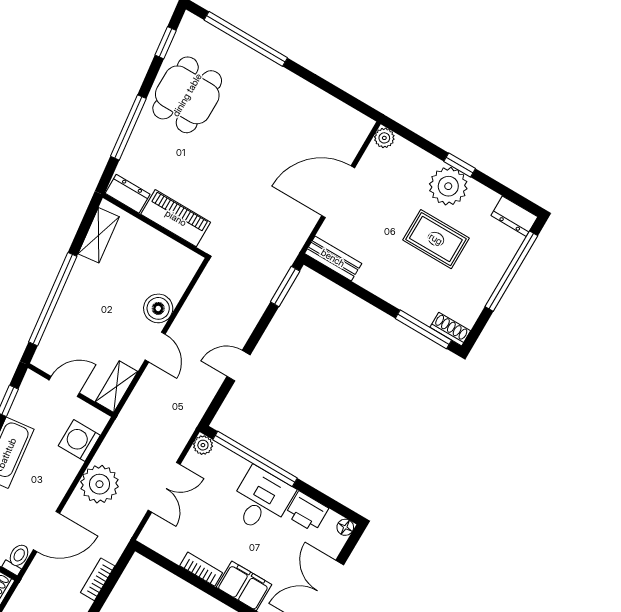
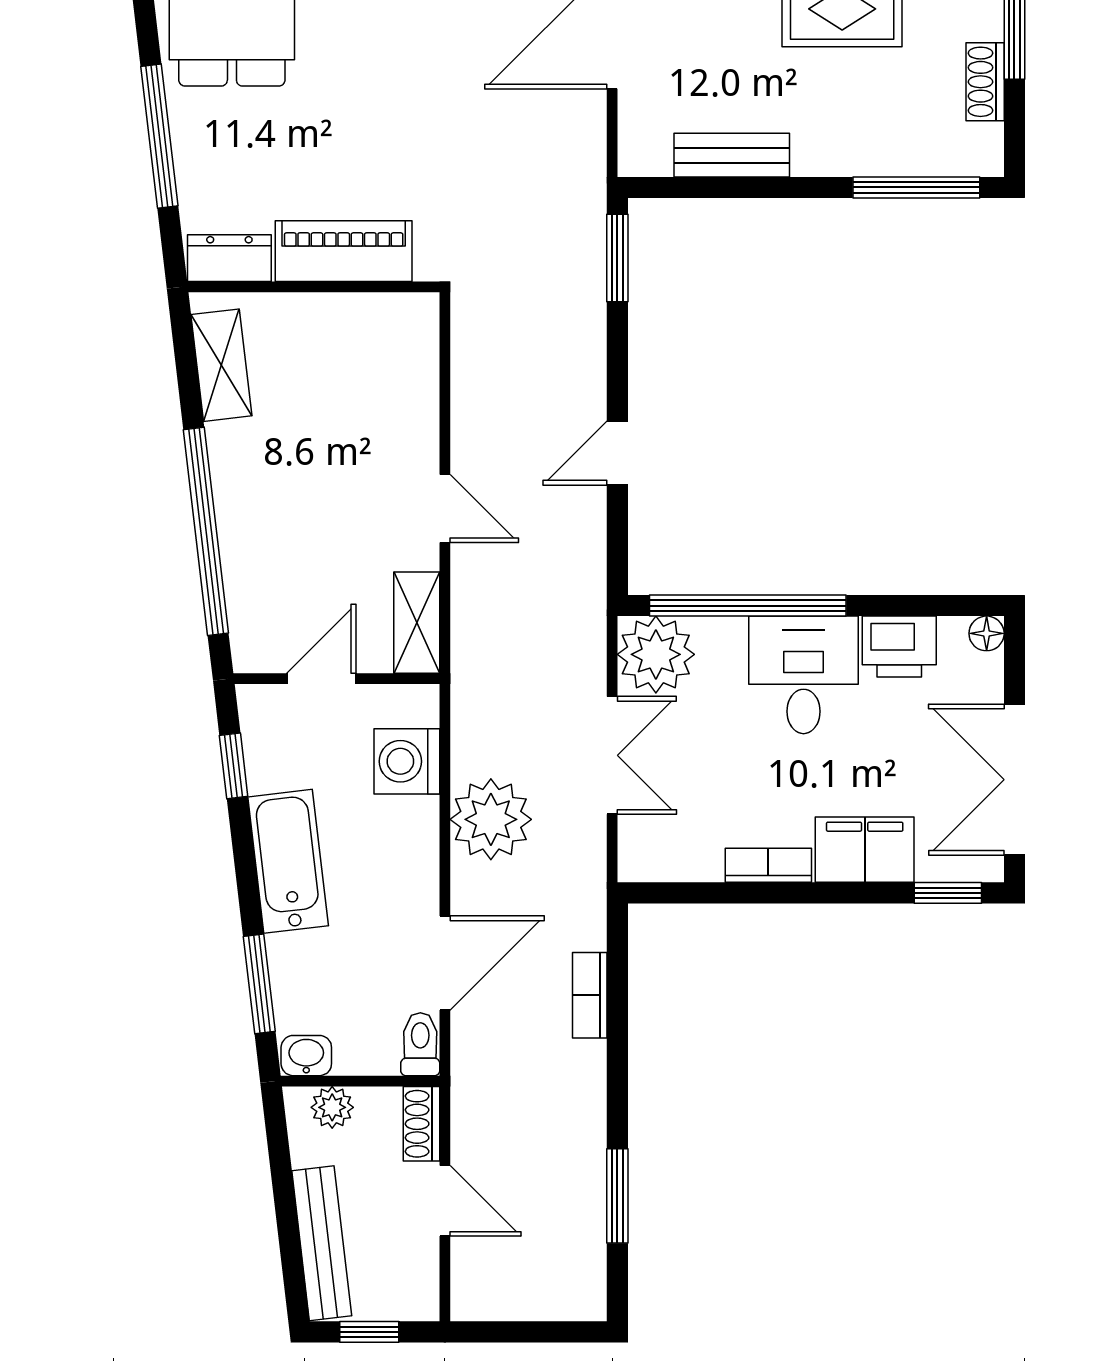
bench: (333, 258) -> (732, 155), moved
boiler: (158, 308) -> (409, 435), removed
shoe rack: (450, 329) -> (985, 82), moved, turned -90
plant: (203, 445) -> (656, 654), width x1.88, depth x1.88

